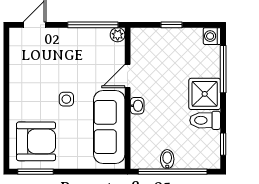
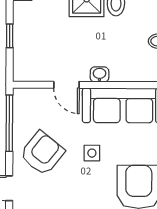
plant: (118, 35) -> (21, 96), removed
armchair: (66, 54) -> (42, 153), added

